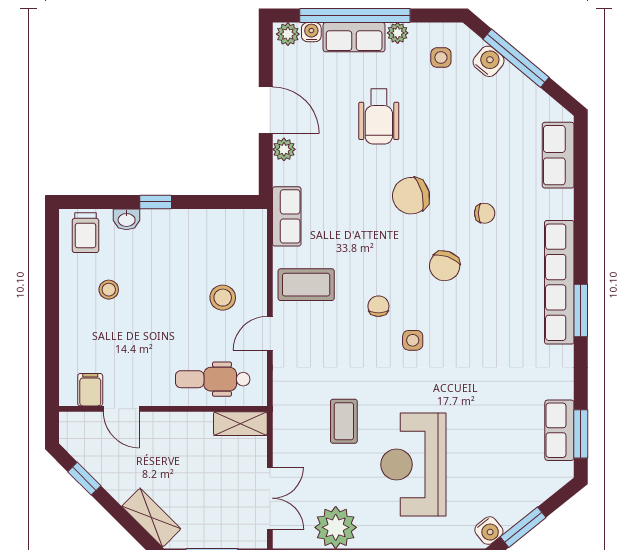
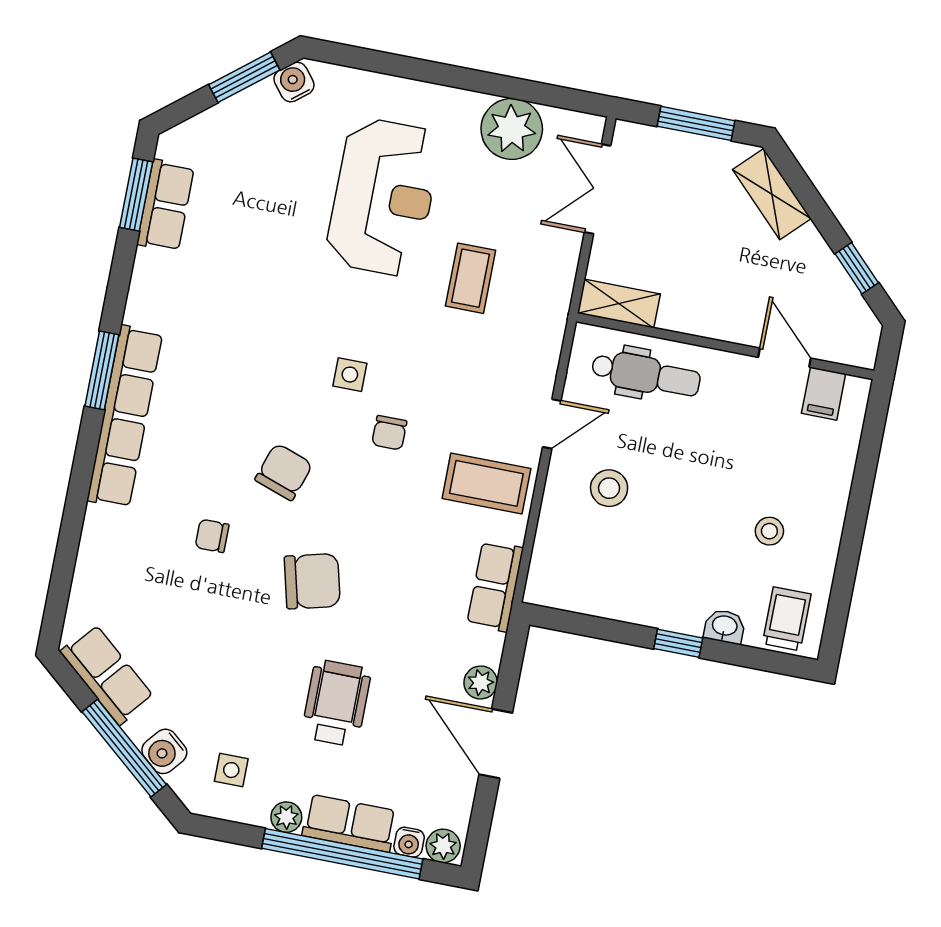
row of seats: (558, 155) -> (107, 674), moved, turned -50

